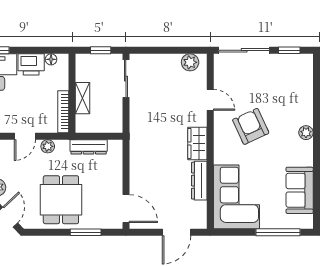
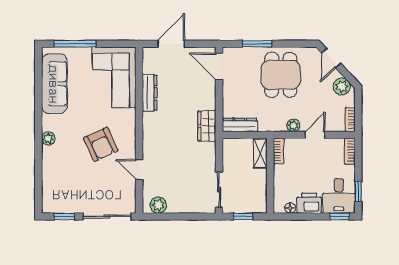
shelving: (83, 98) -> (260, 153), moved
bookcase: (63, 112) -> (279, 151), width x0.64
wardrobe: (197, 143) -> (207, 126), moved, turned 180
dresser: (89, 147) -> (240, 125), moved
sofa: (300, 190) -> (54, 84), width x1.36

